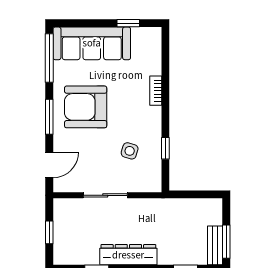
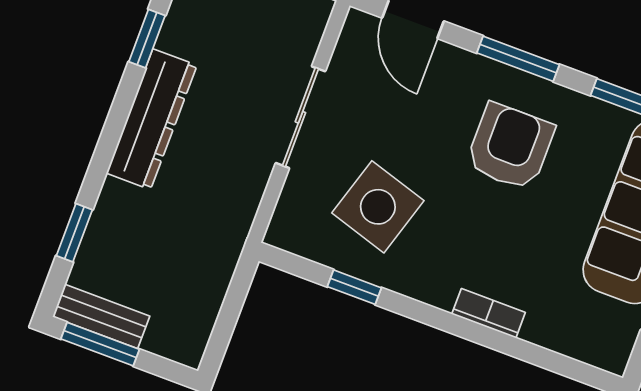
armchair: (86, 107) -> (510, 147), width x0.73, depth x0.73
side table: (130, 151) -> (378, 207), width x1.87, depth x1.87

